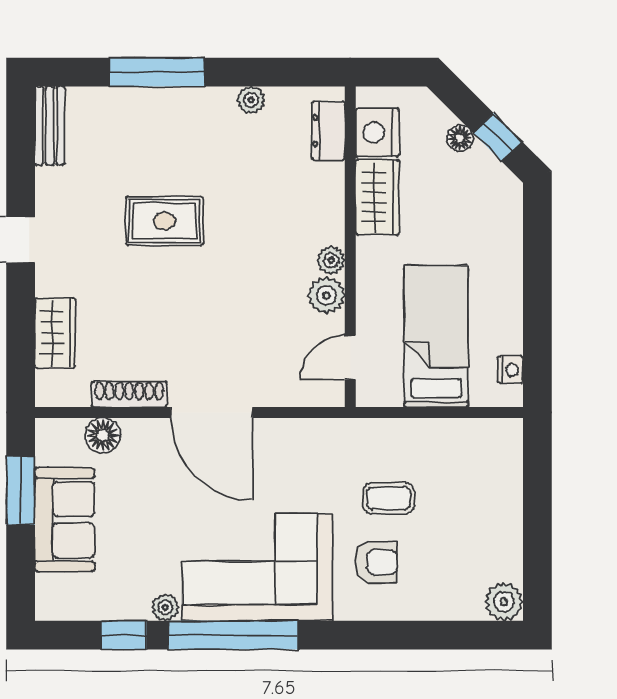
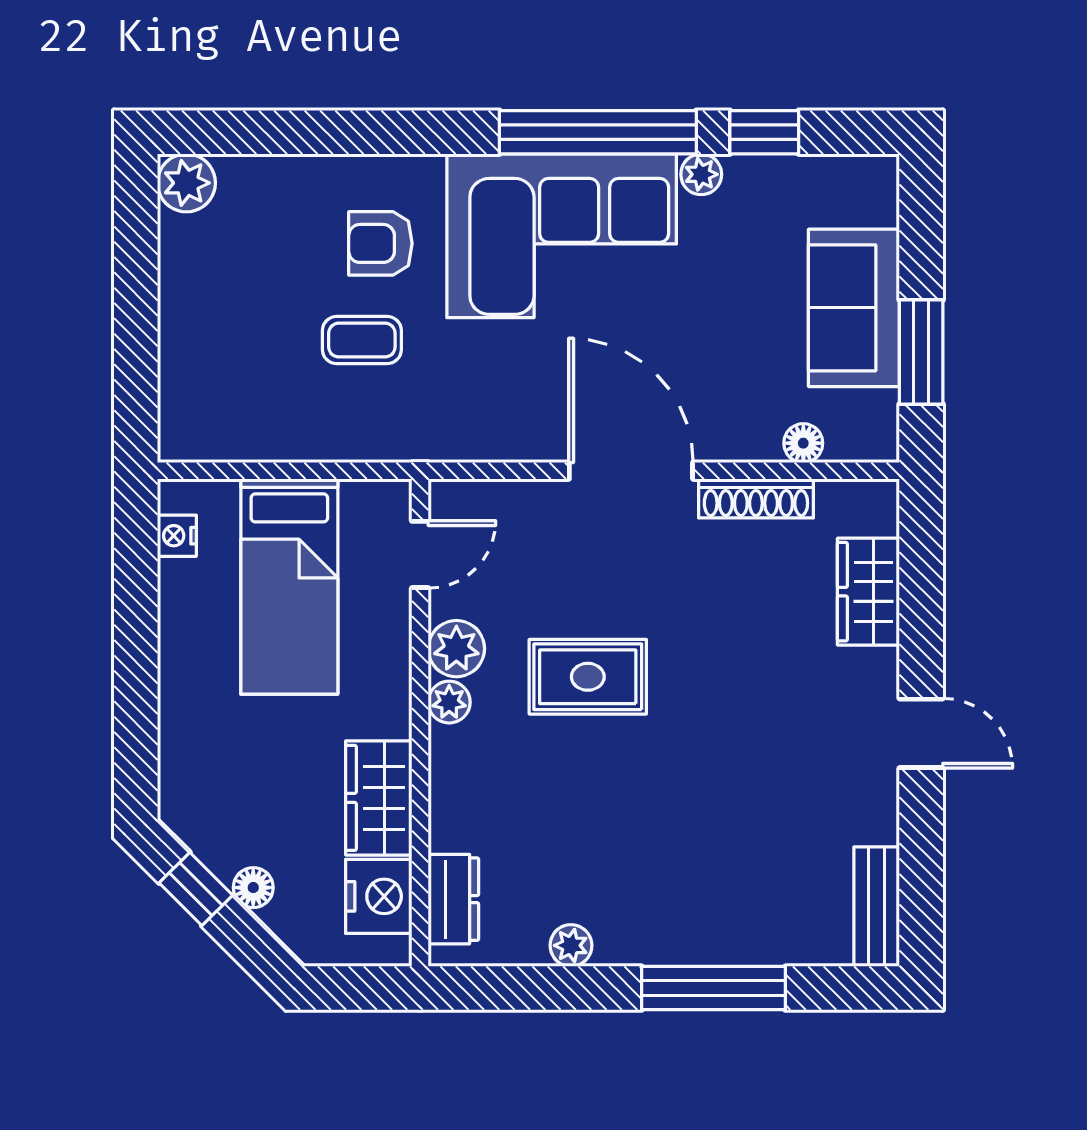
rug: (164, 221) -> (588, 677), moved
floor lamp: (103, 435) -> (803, 443), width x0.73, depth x0.73

